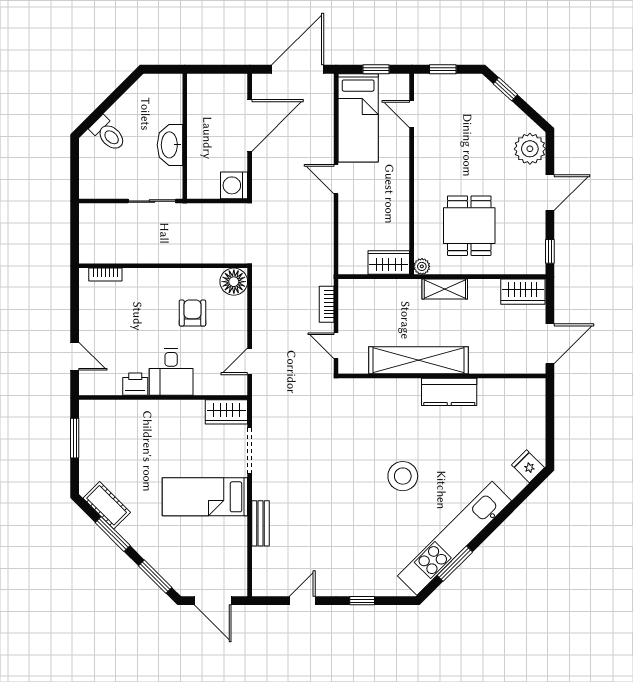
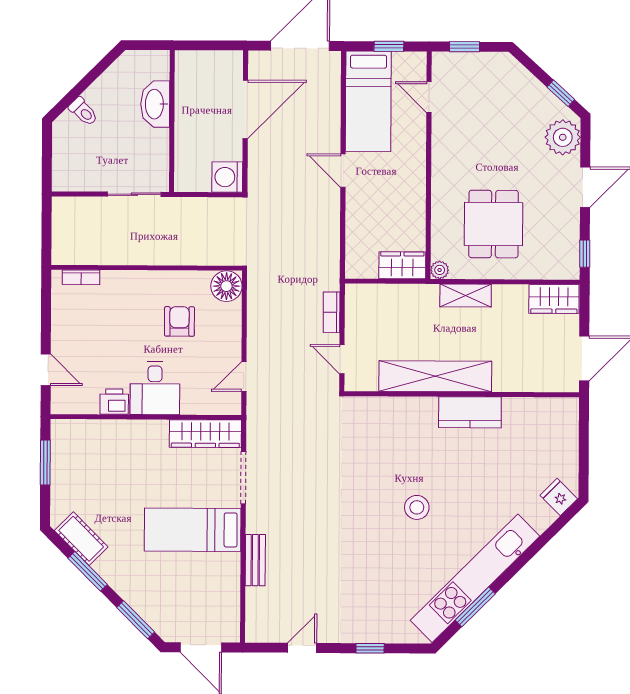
window: (505, 89) -> (561, 93), moved
toilet: (108, 134) -> (83, 112), width x0.73, depth x0.72
washbasin: (170, 145) -> (155, 104), moved
wardrobe: (226, 412) -> (205, 434), width x1.50
stool: (403, 476) -> (417, 507), width x0.73, depth x0.73

